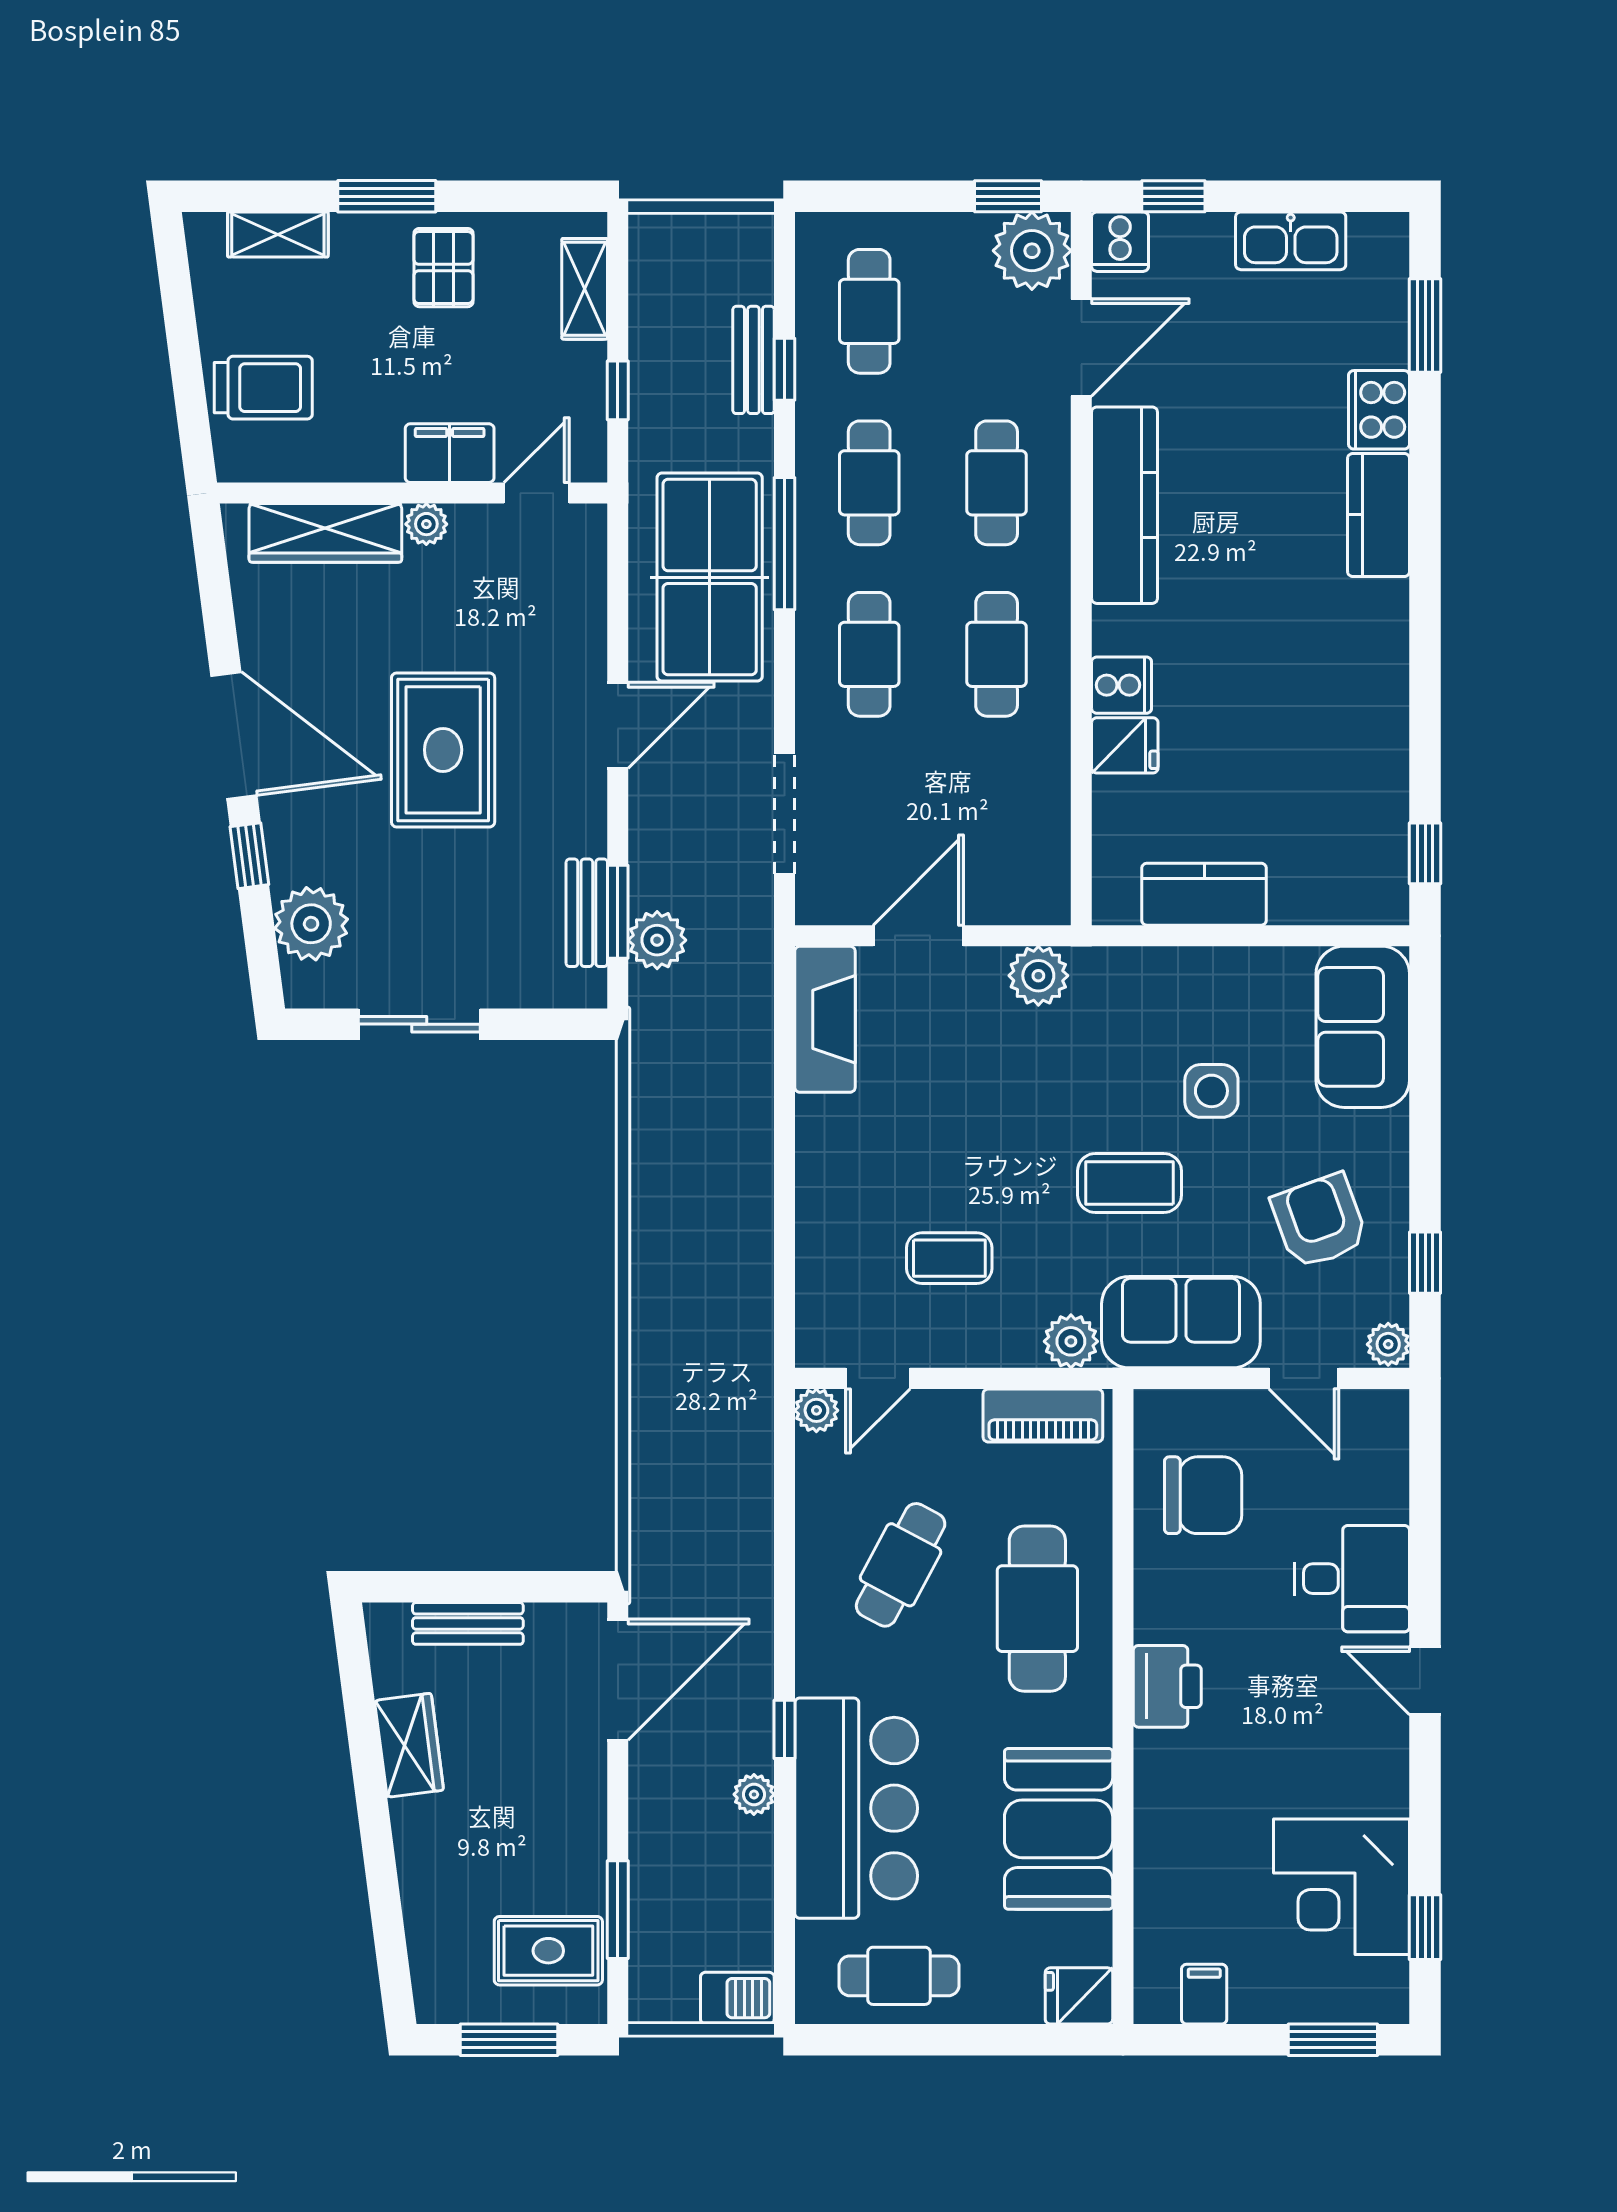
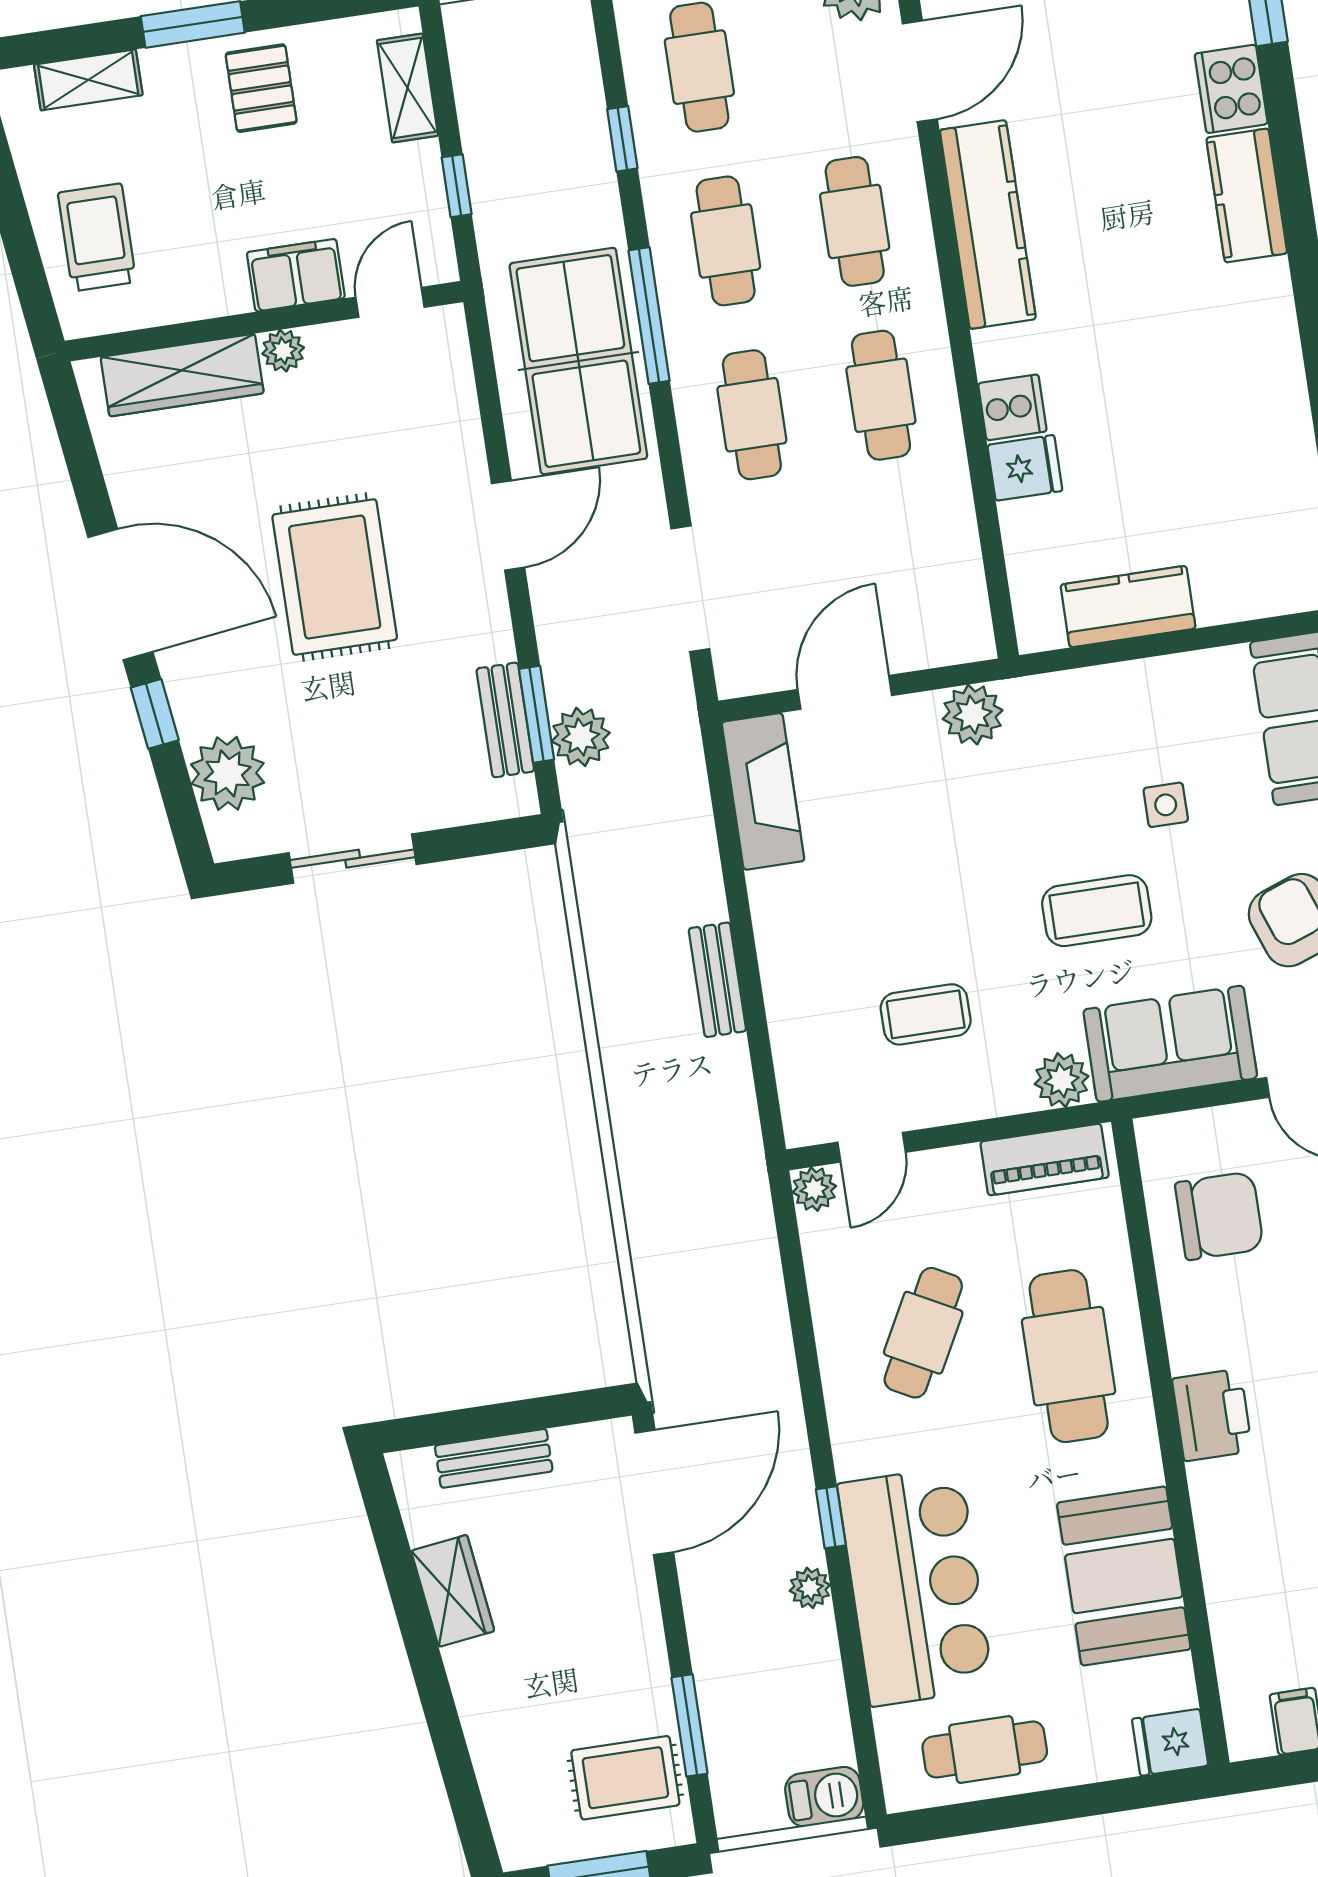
bench: (753, 360) -> (717, 980), moved
trolley: (263, 388) -> (97, 237), turned -90
side table: (1211, 1091) -> (1166, 805), width x0.73, depth x0.73

